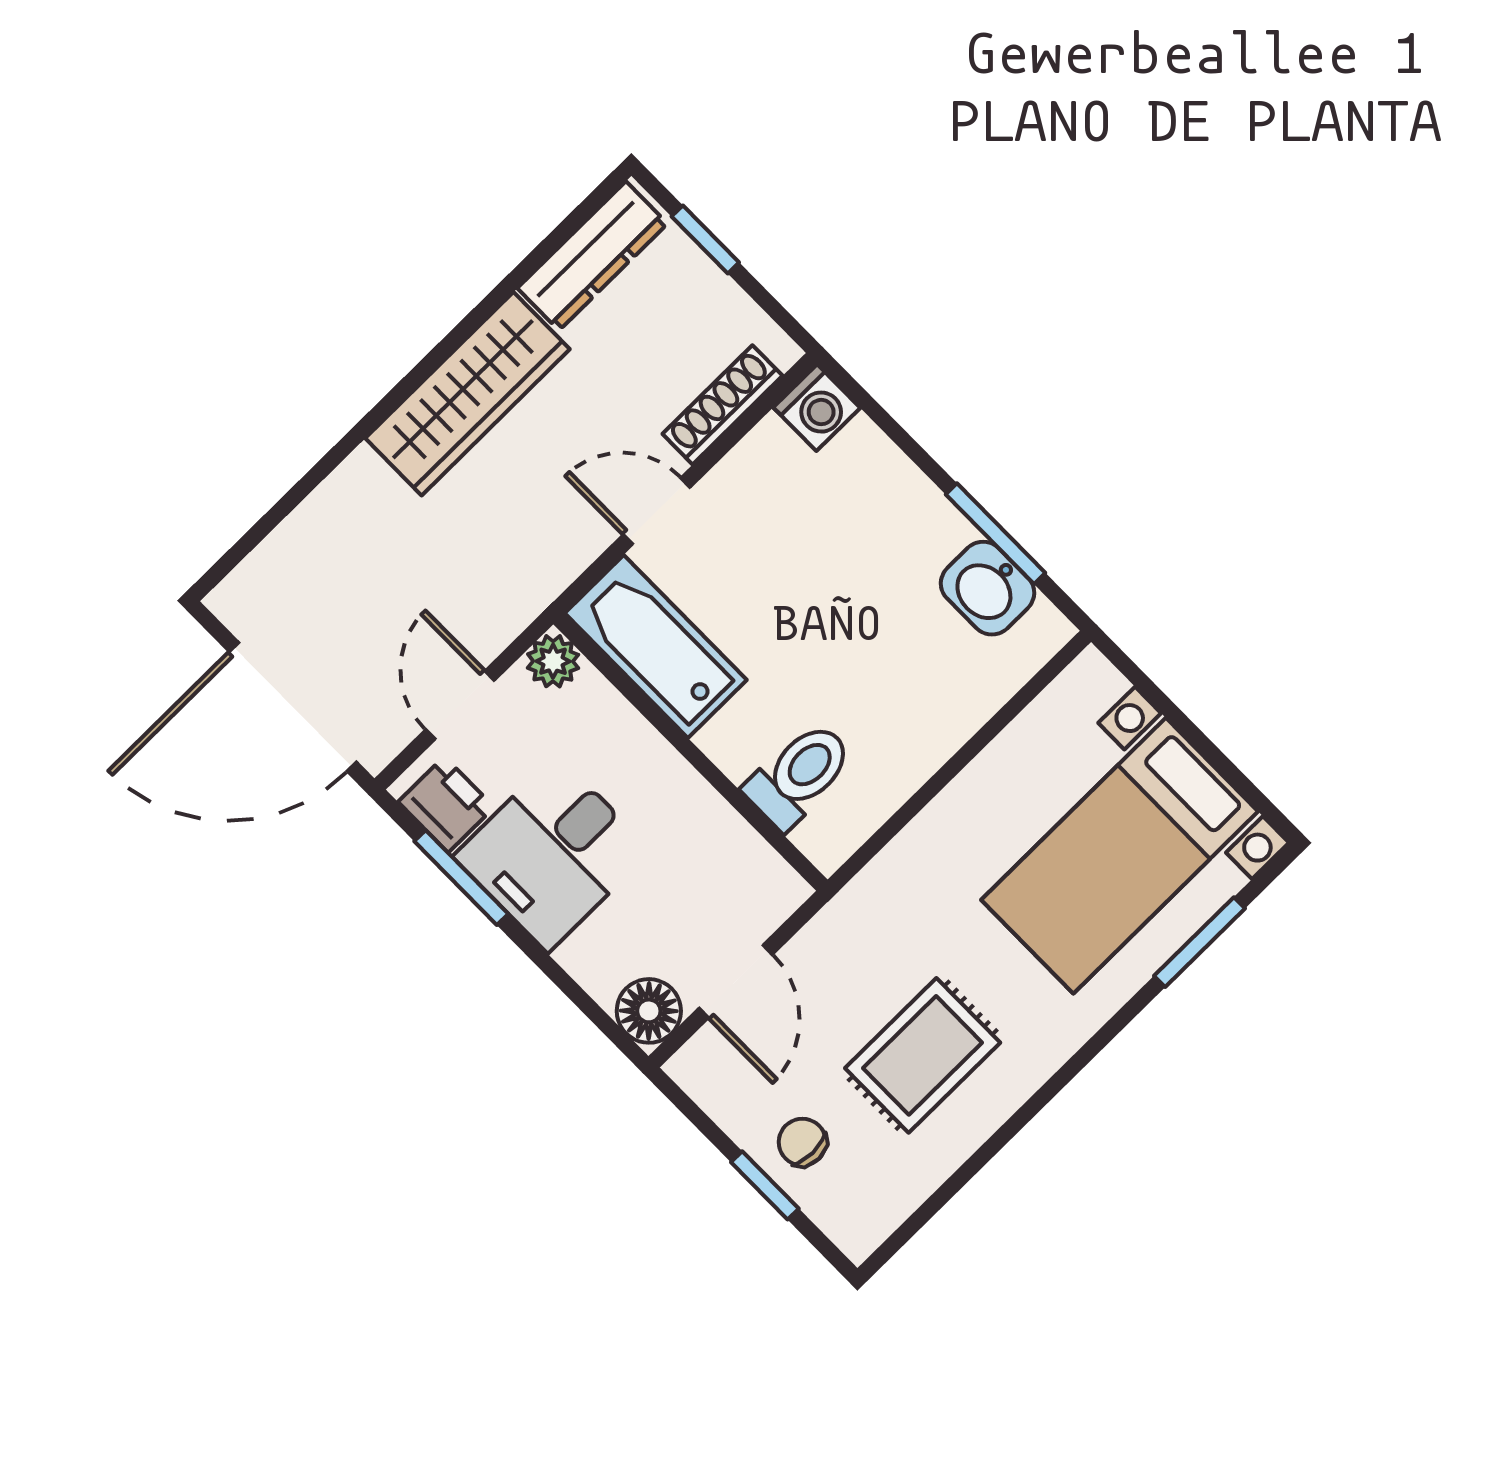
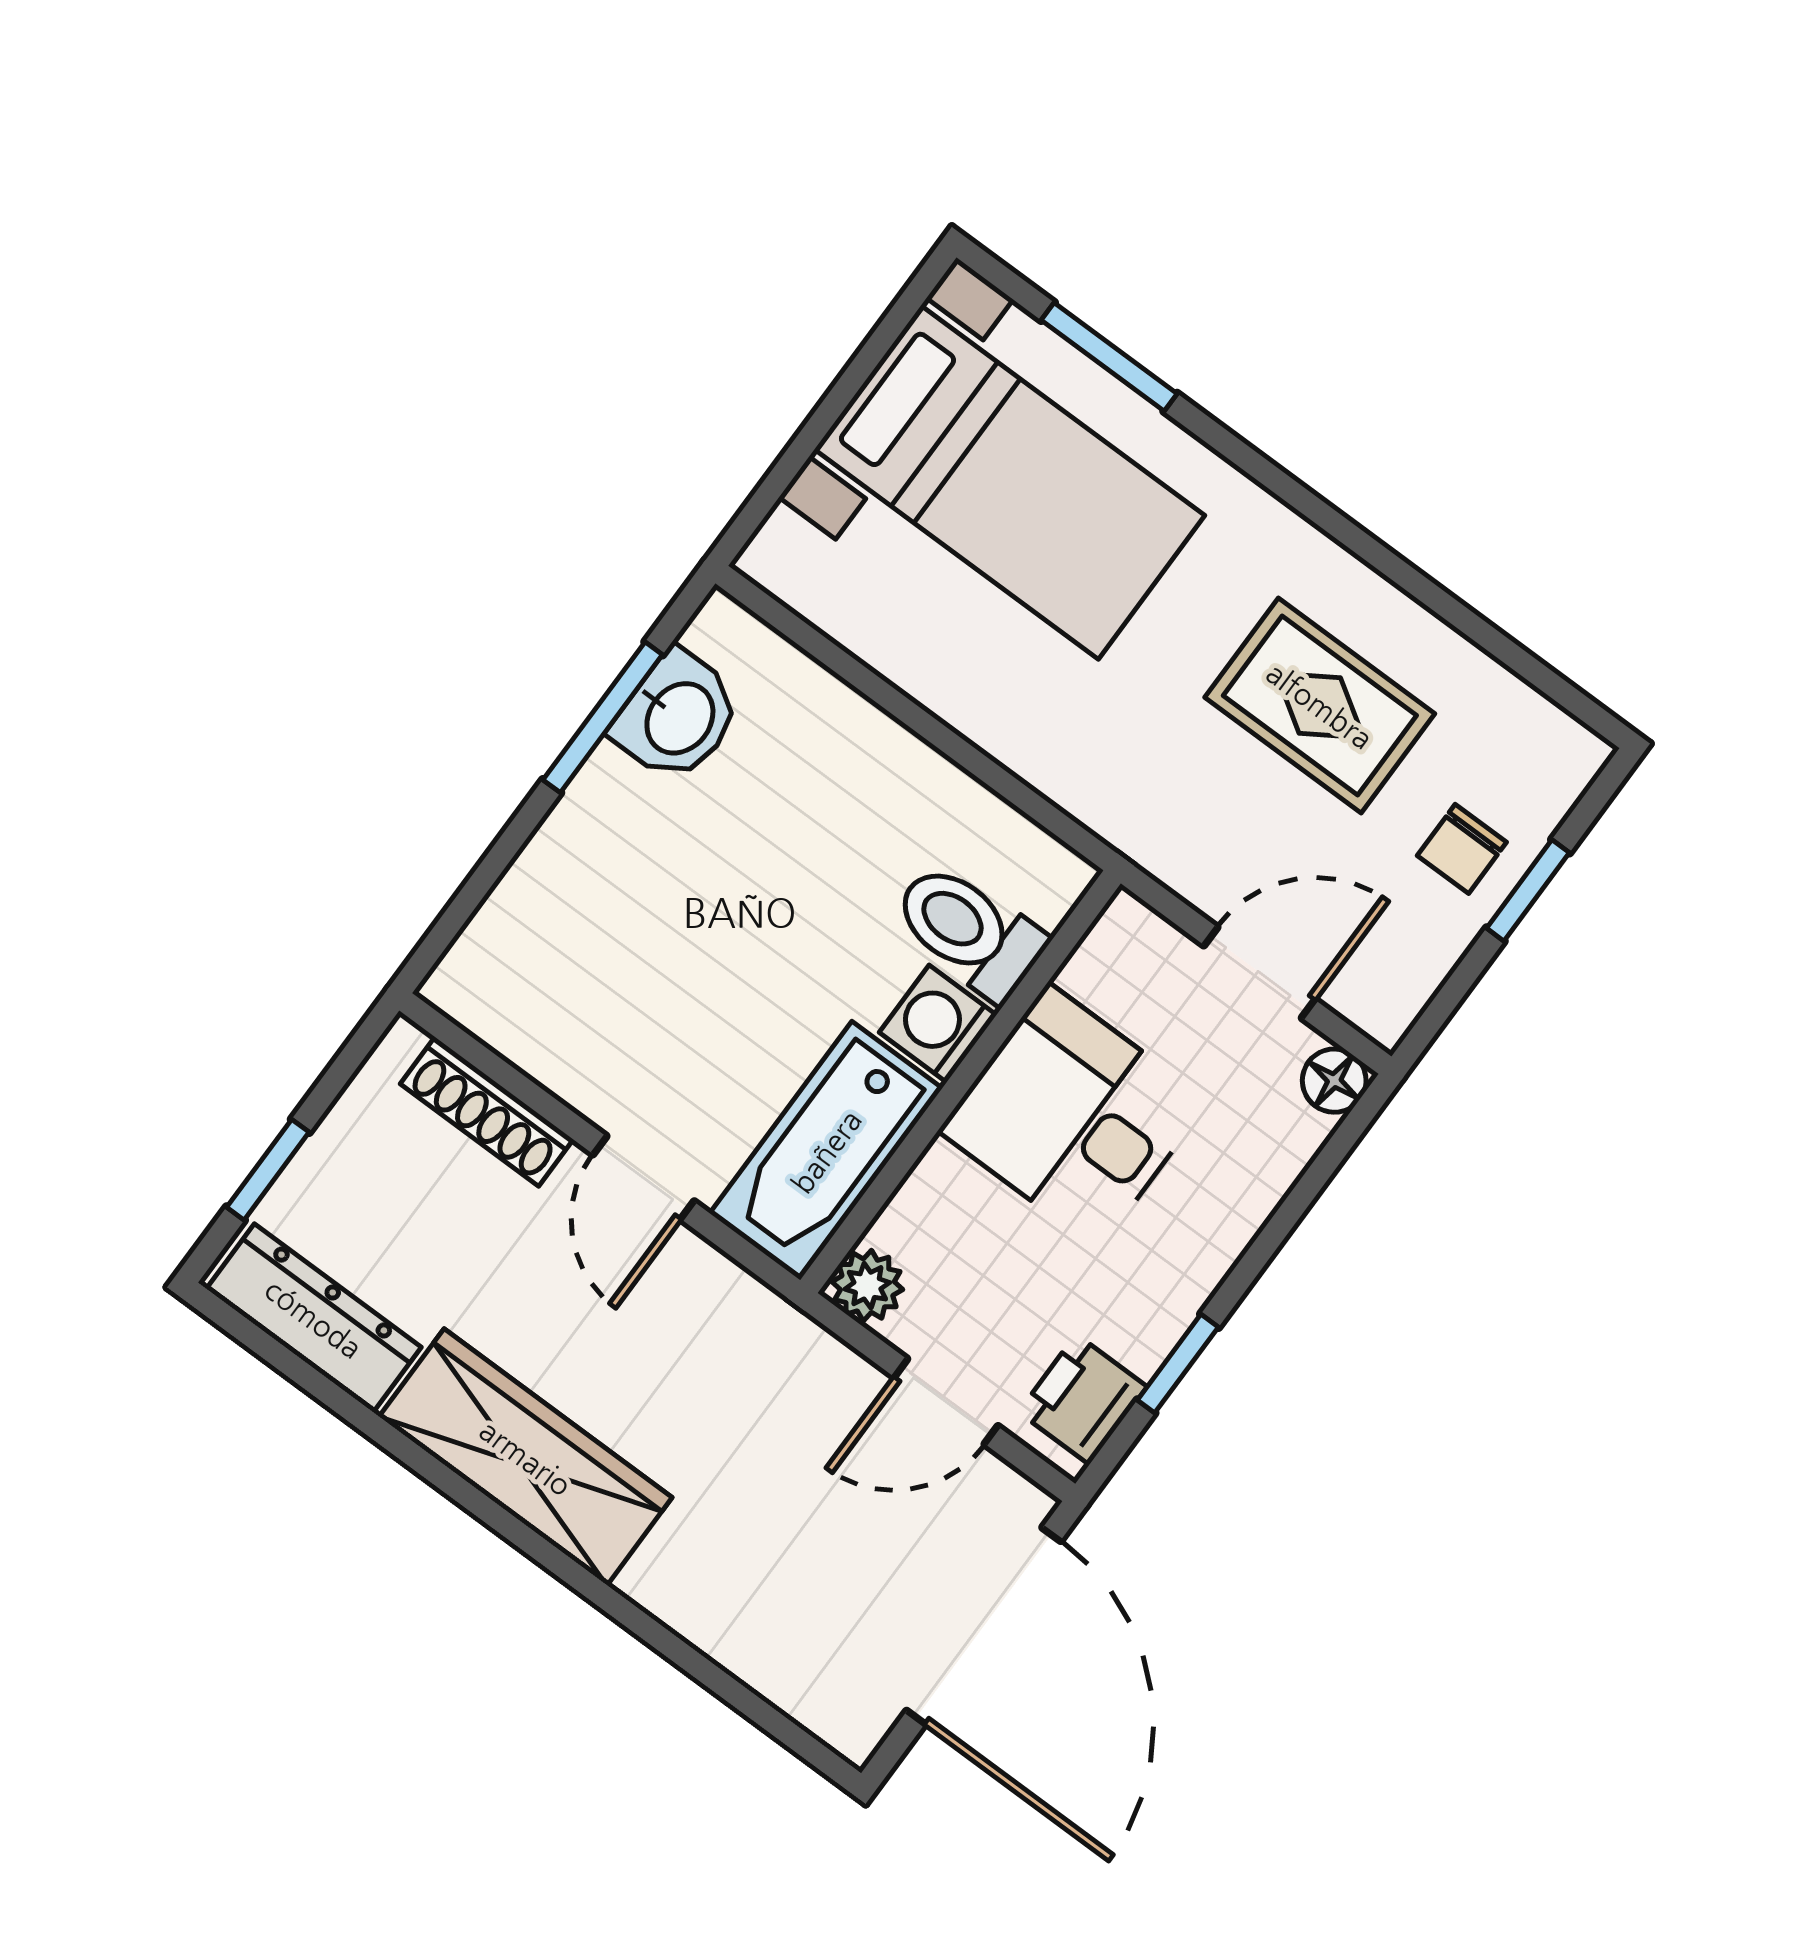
washing machine: (817, 408) -> (938, 1024), moved, turned -90
desk: (552, 854) -> (1073, 1116), moved, turned 180
window: (461, 878) -> (1178, 1364), width x0.67
floor lamp: (649, 1011) -> (1334, 1081), width x0.73, depth x0.73

